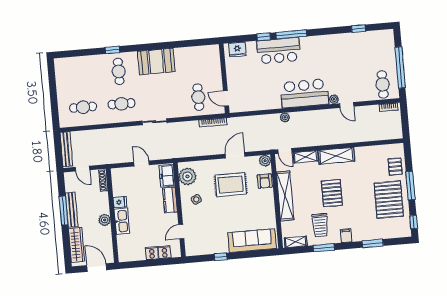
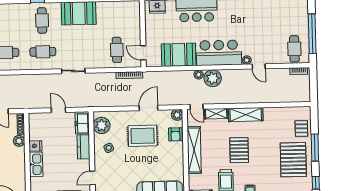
booth: (263, 98) -> (179, 55), added
plant: (300, 120) -> (213, 78), added
plant: (105, 220) -> (19, 141), moved

